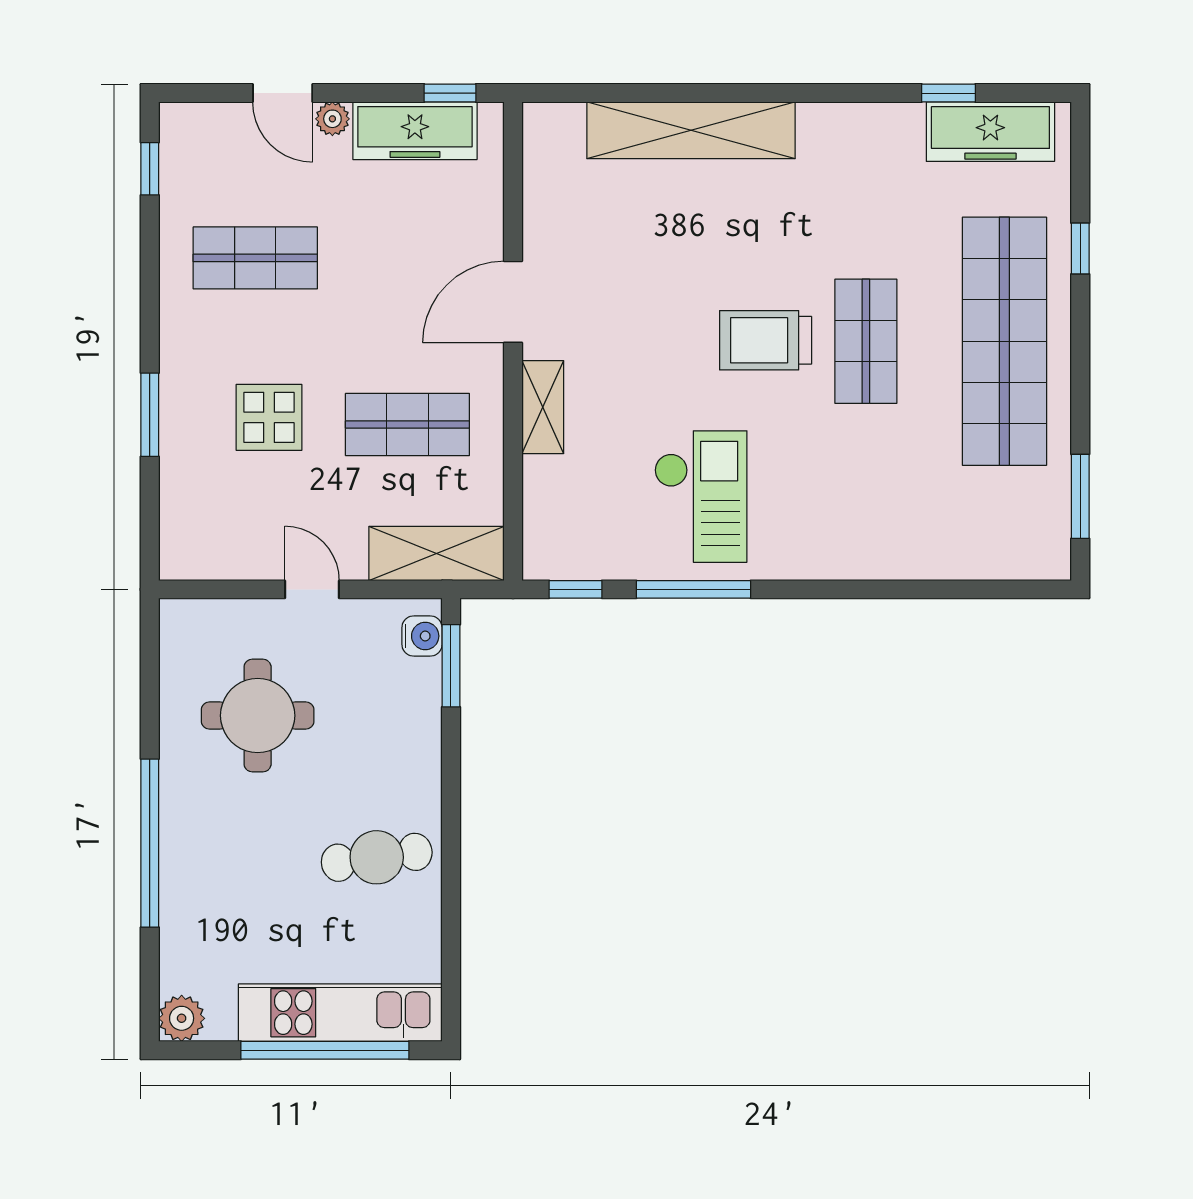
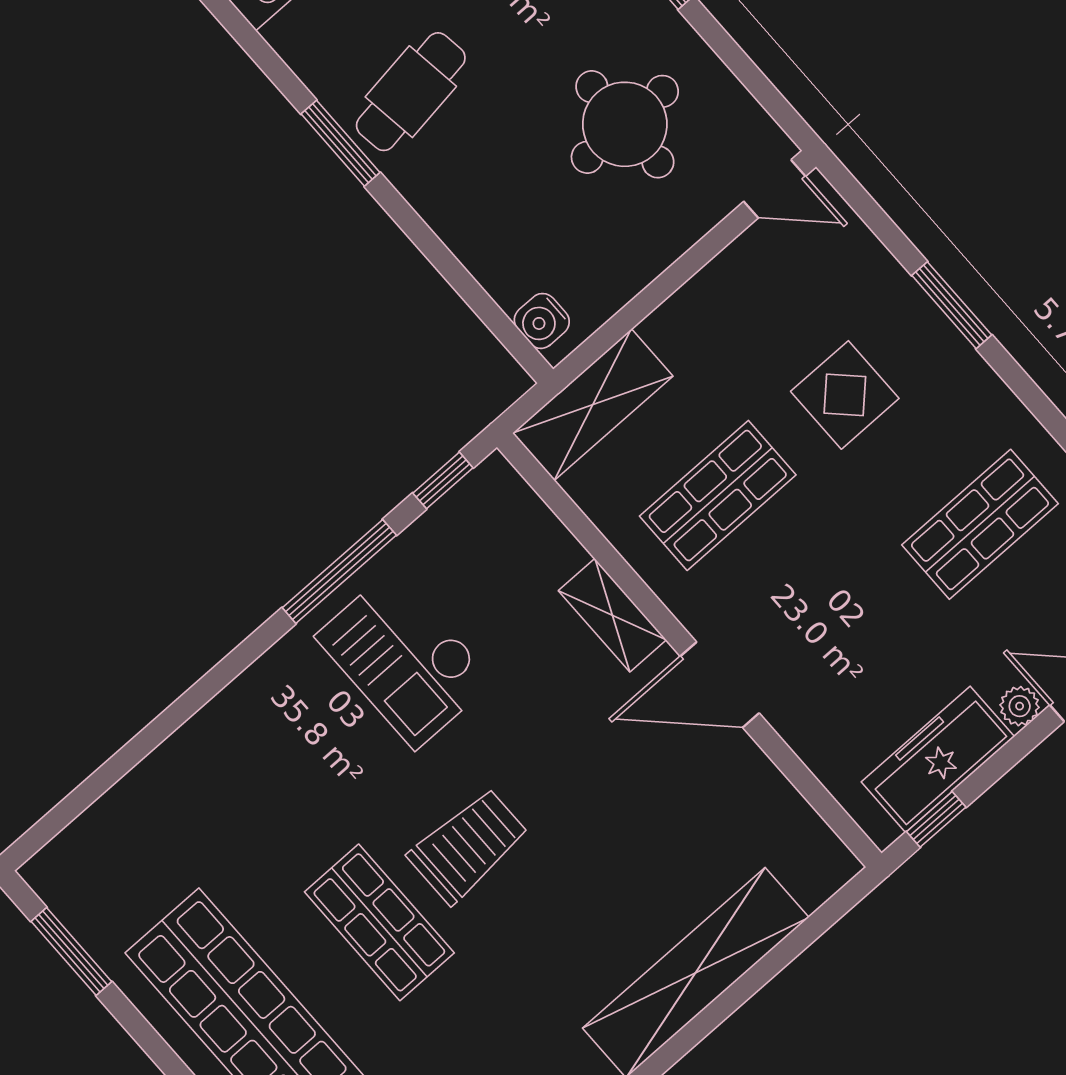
door: (513, 302) -> (720, 685), swing flipped
door: (312, 589) -> (775, 189), moved
window: (451, 666) -> (340, 143), moved

